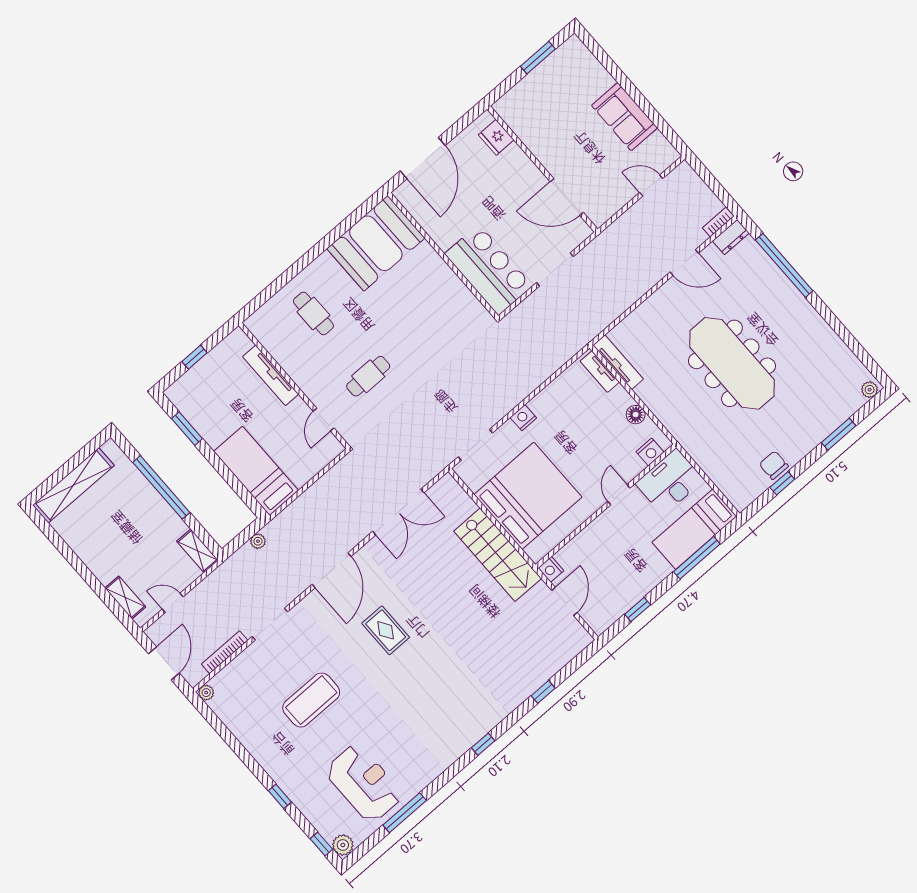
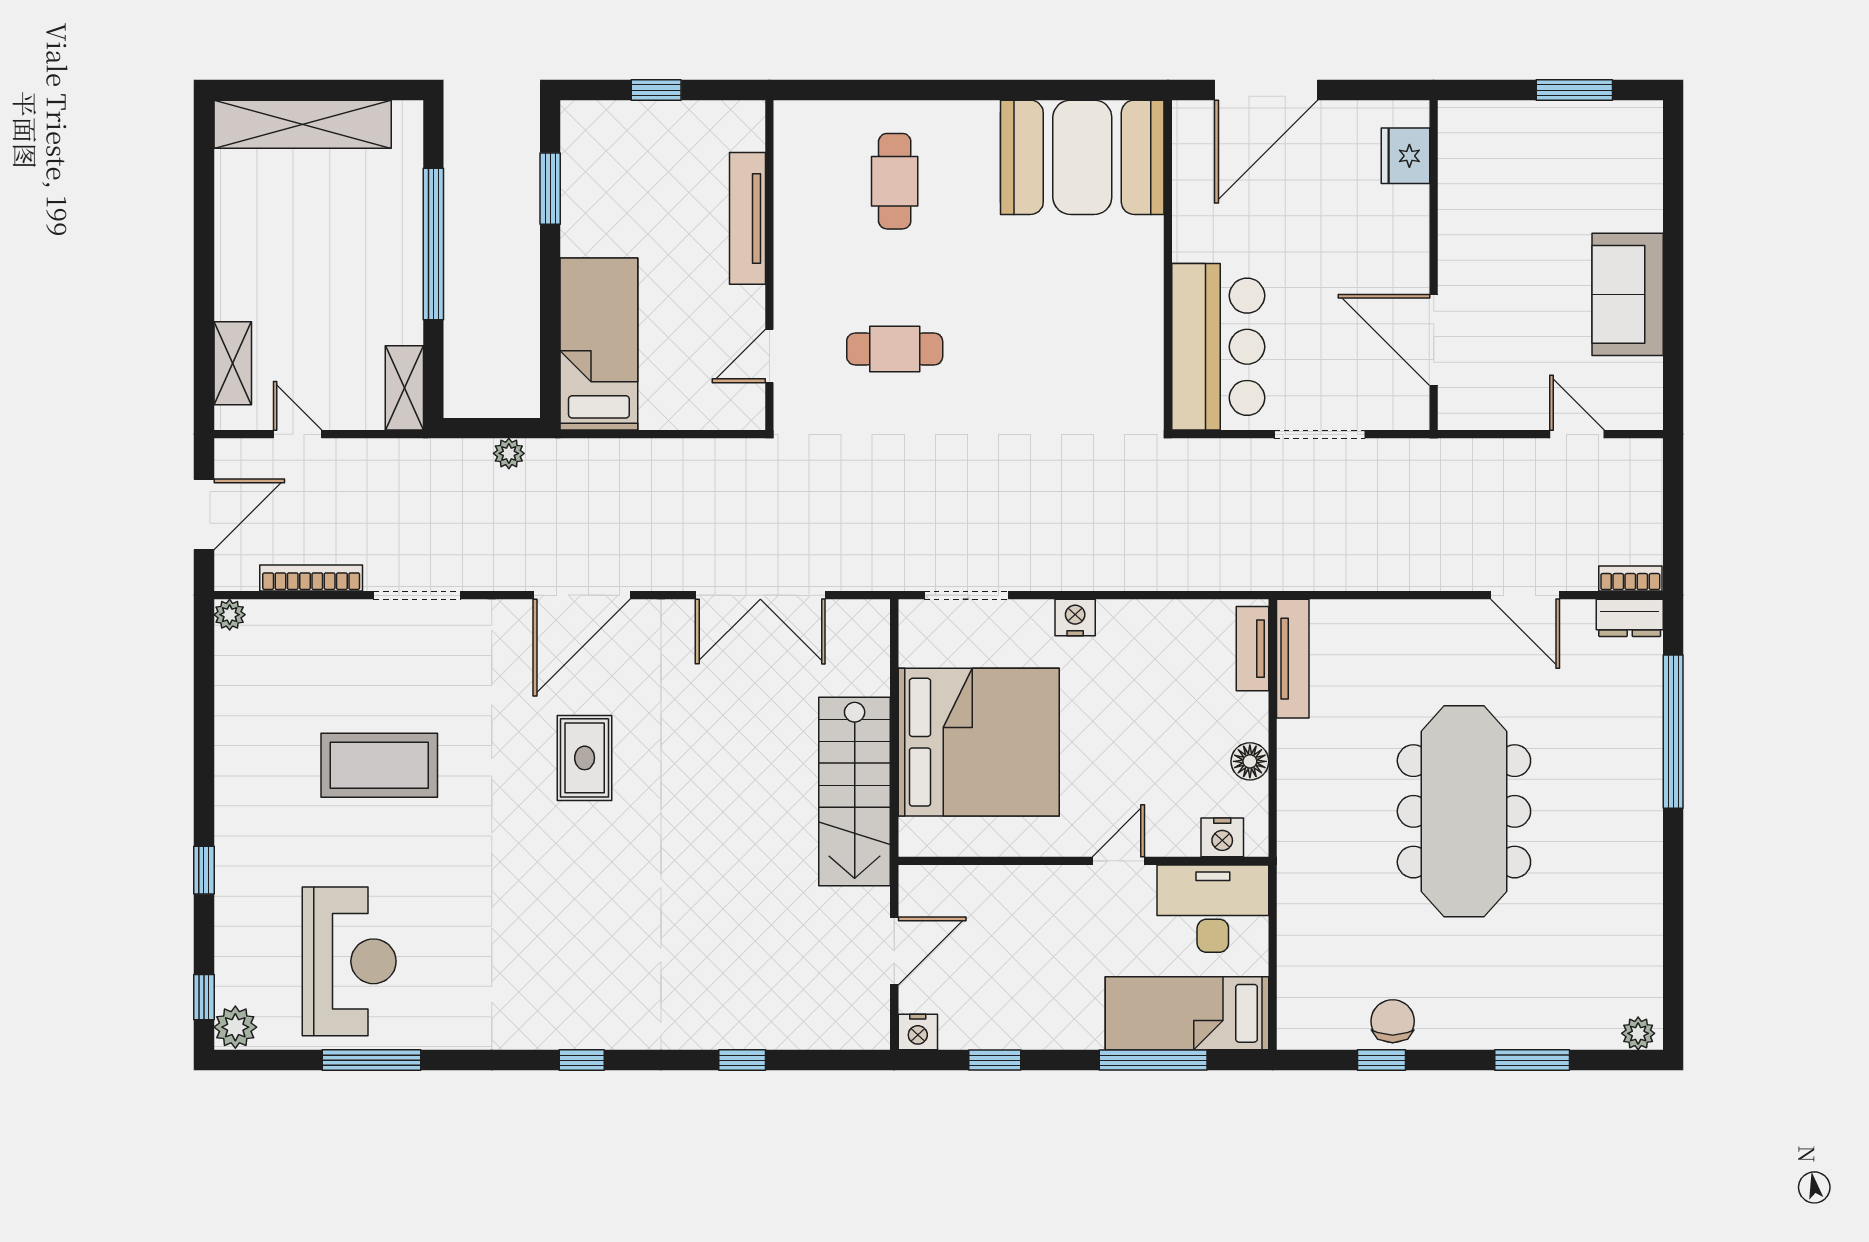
nightstand: (551, 569) -> (918, 1032), moved, turned -90

